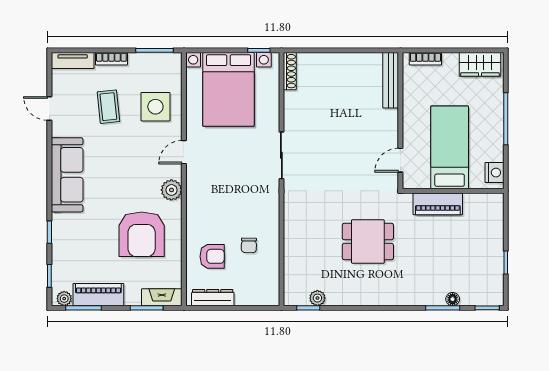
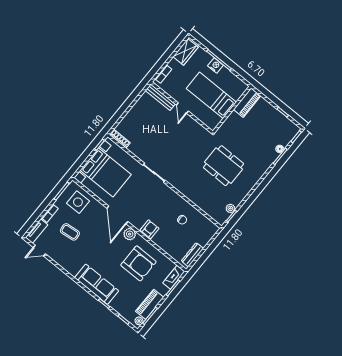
side table: (155, 107) -> (78, 202), moved
door: (49, 108) -> (39, 251), moved
door: (184, 152) -> (117, 215), width x1.87
door: (400, 160) -> (182, 108), moved
nightstand: (494, 173) -> (215, 65), moved
sofa: (67, 175) -> (97, 284), moved
piano: (438, 204) -> (247, 103), moved
dining table: (368, 242) -> (224, 166), width x1.38
armchair: (212, 256) -> (150, 229), moved

